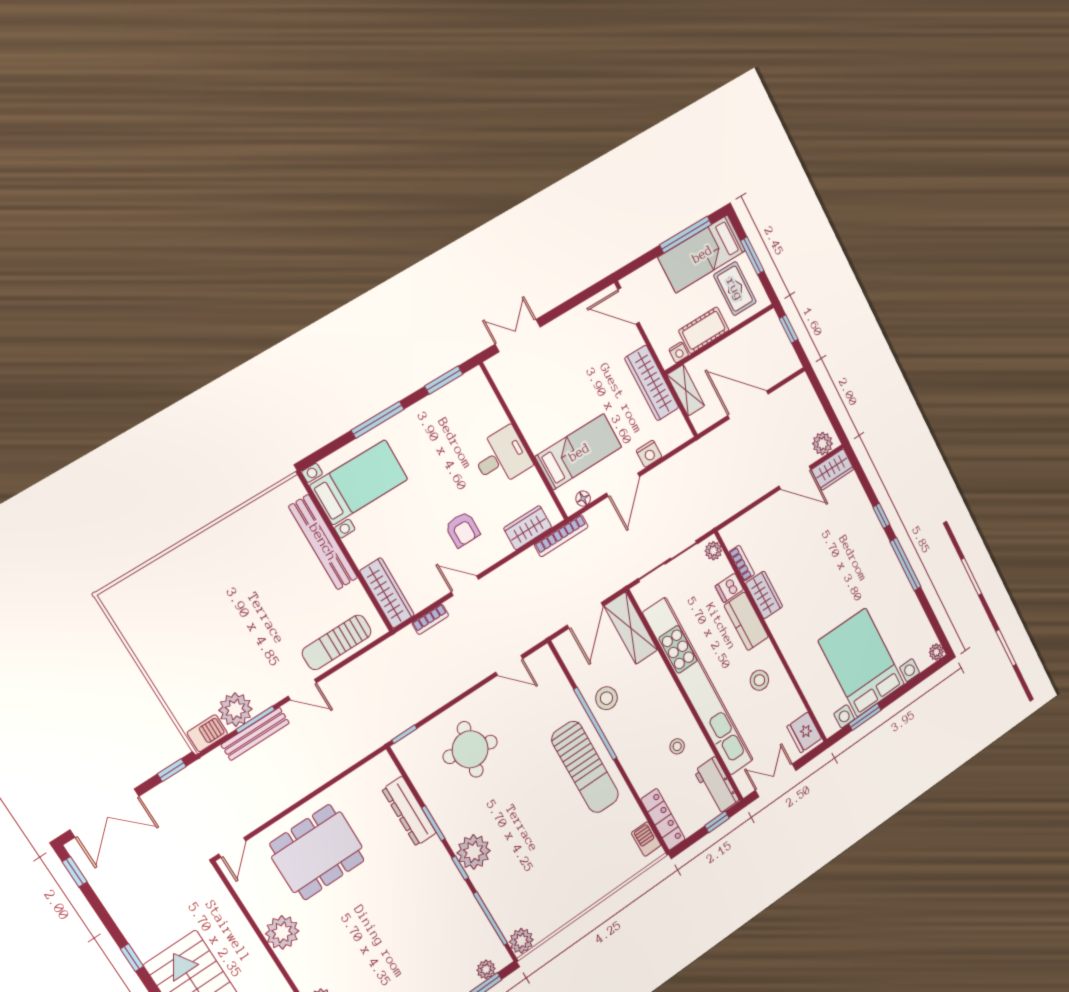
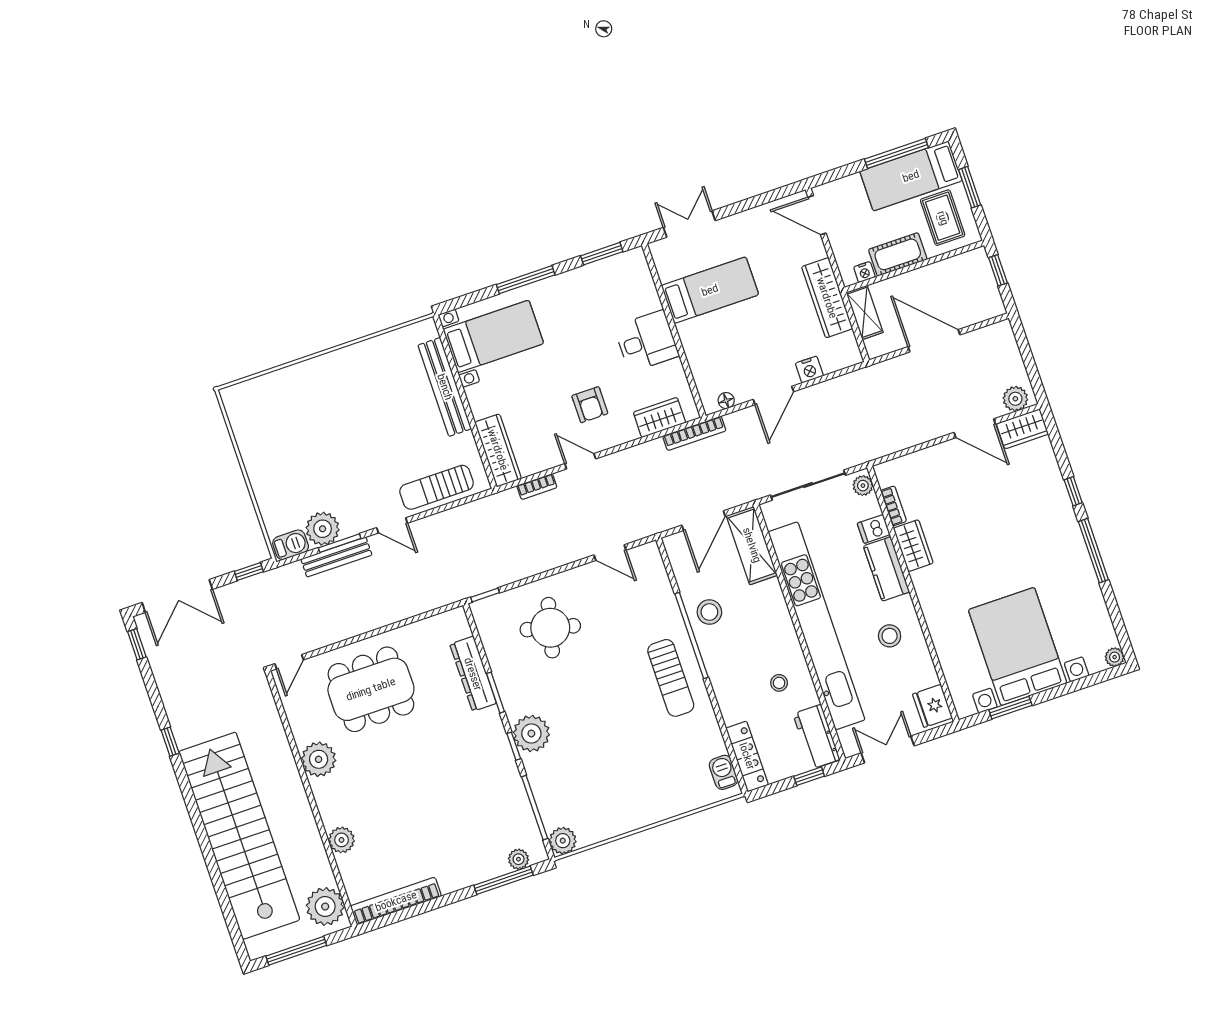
bed: (579, 452) -> (710, 290), moved
sun lounger: (585, 767) -> (671, 678), width x0.73, depth x0.75

